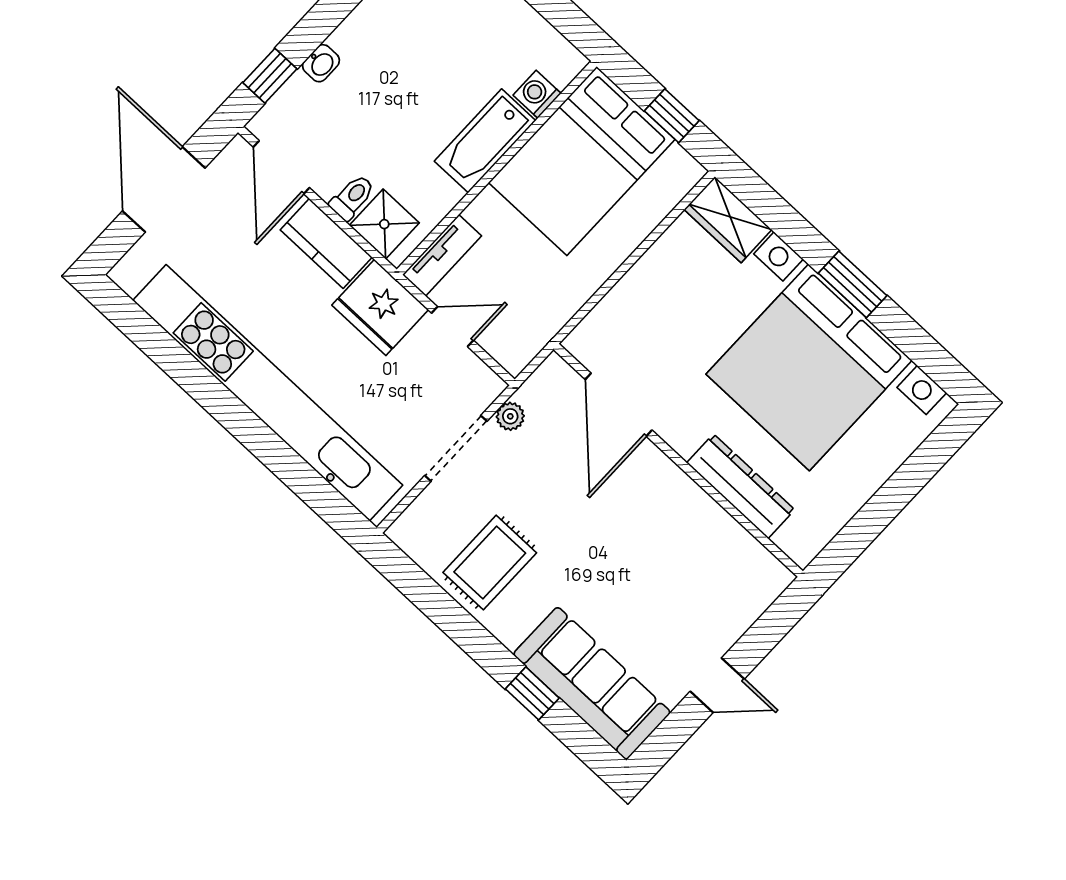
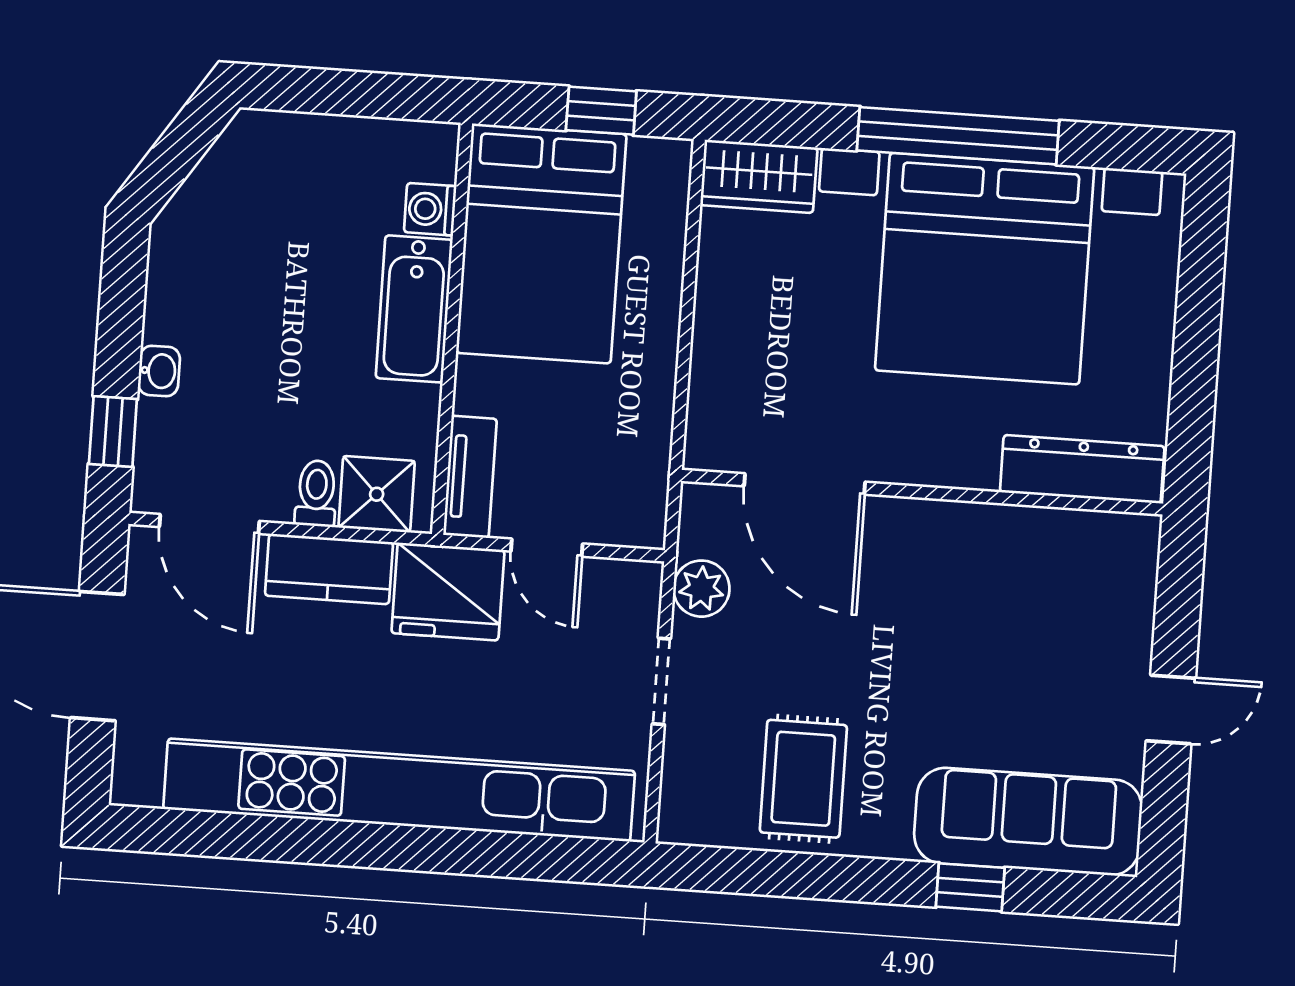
window: (853, 284) -> (958, 136), width x2.11
door: (452, 327) -> (547, 548), swing flipped
plant: (510, 416) -> (701, 589), width x1.38, depth x1.38
doorway: (456, 448) -> (661, 681), width x0.73
dresser: (741, 486) -> (1082, 469), moved

